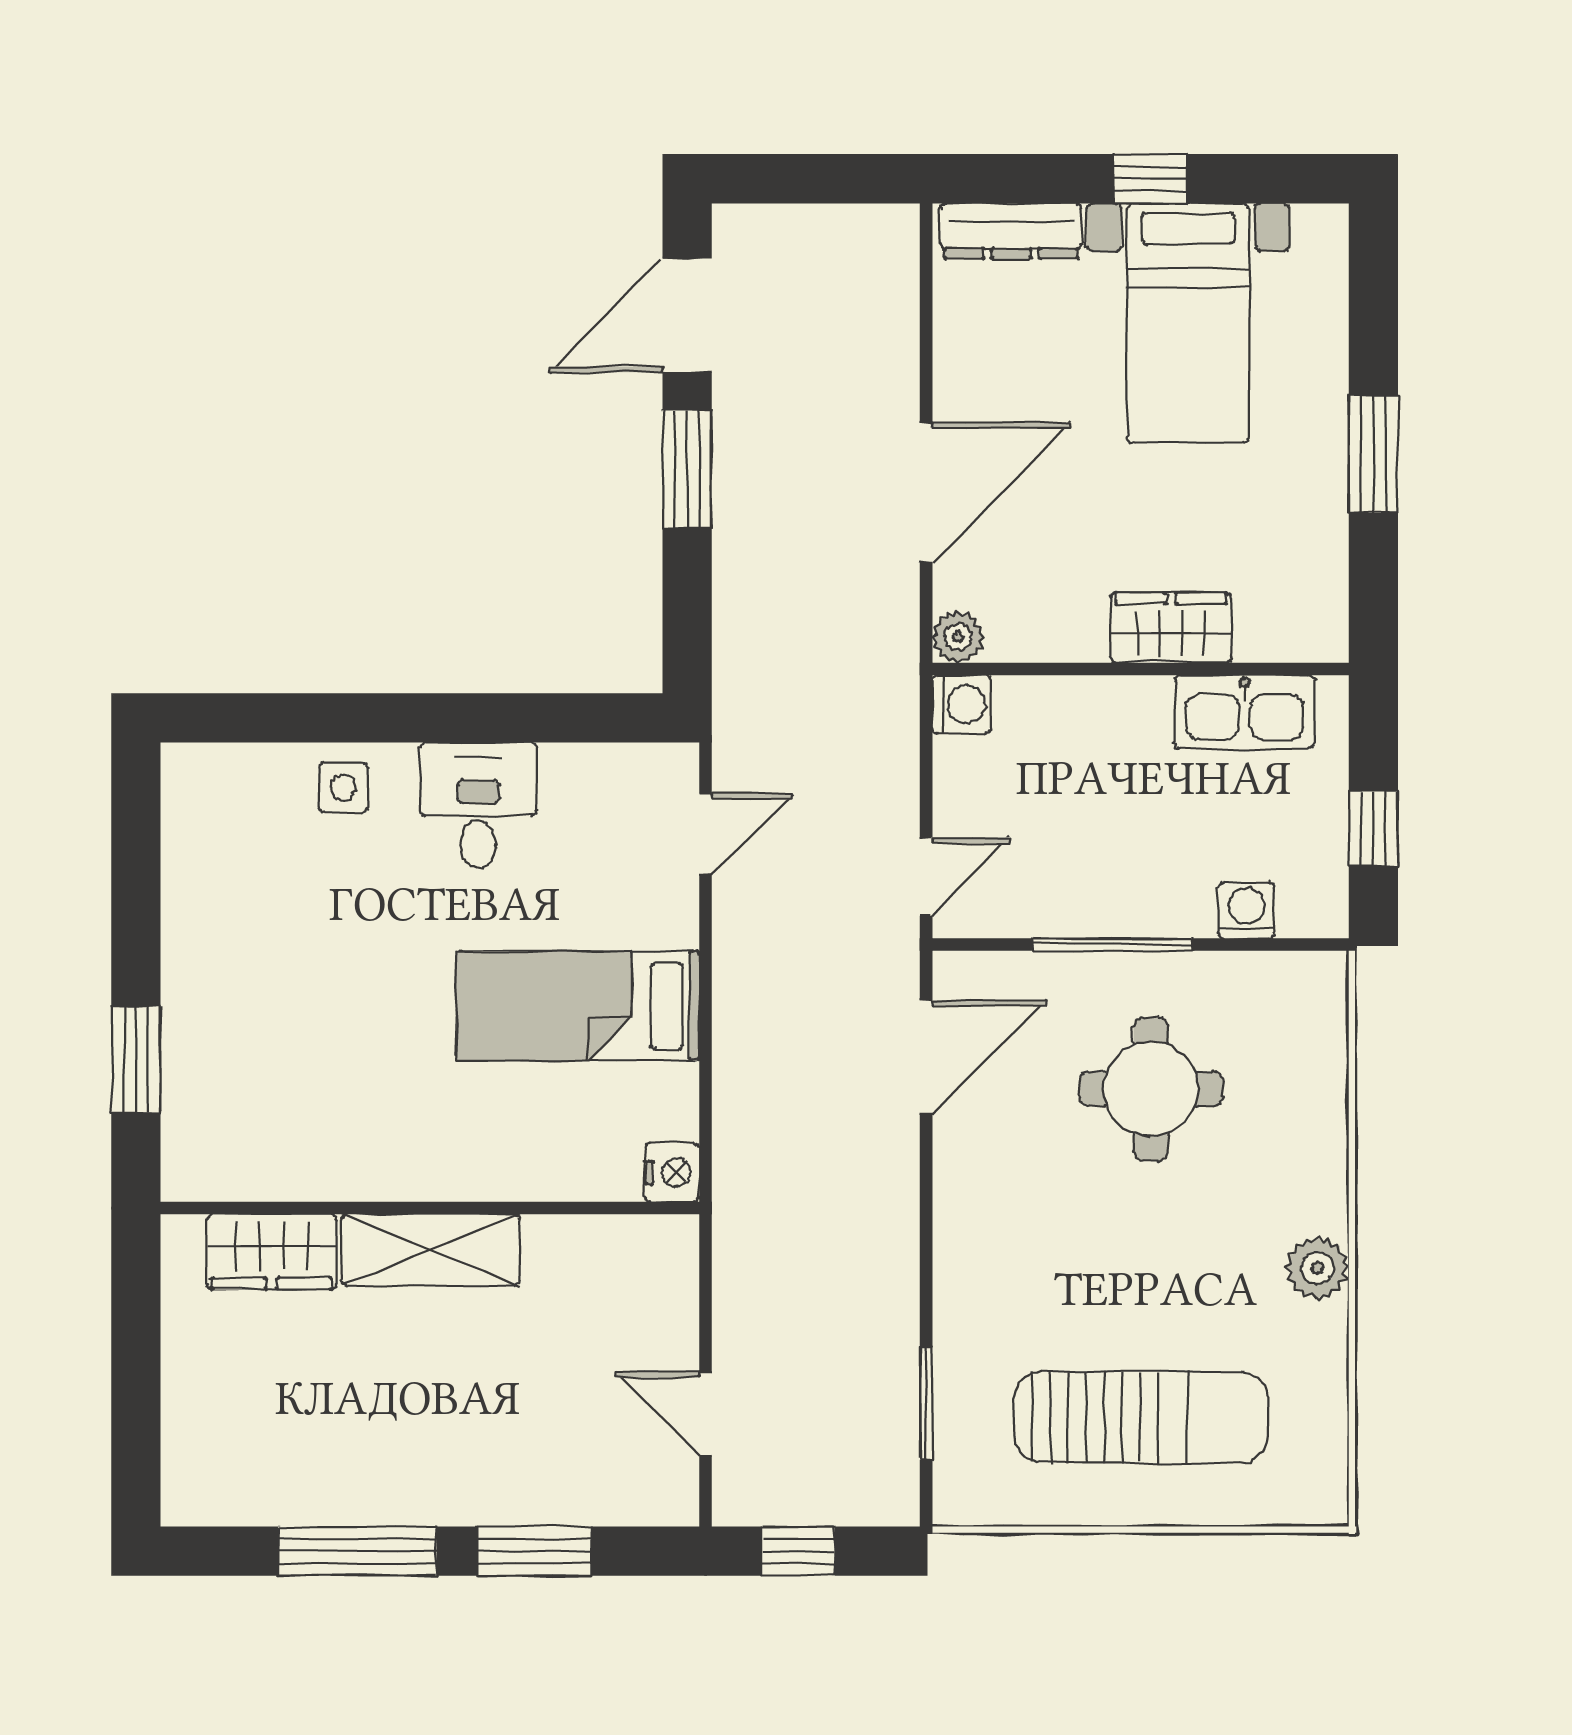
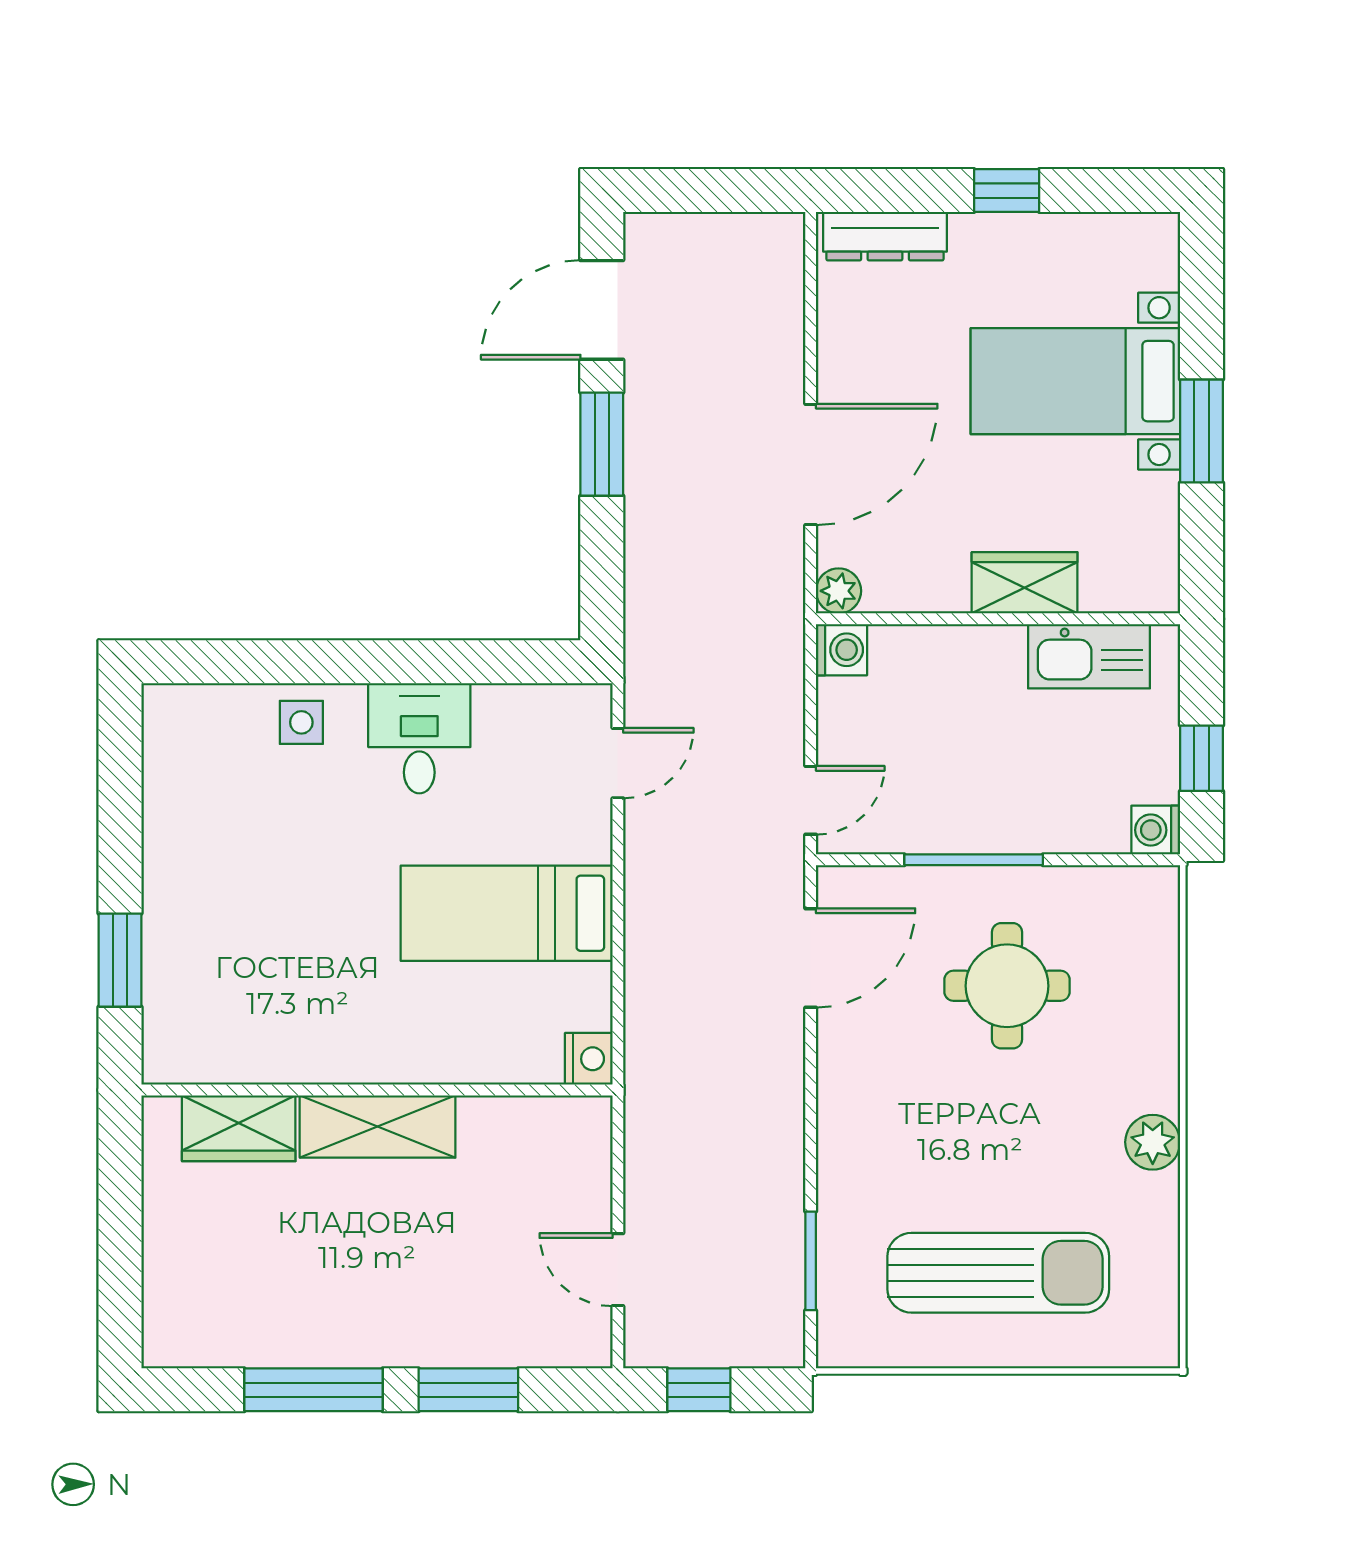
bed with nightstands: (1188, 323) -> (1075, 381), moved, turned 90
washing machine: (1246, 911) -> (1156, 830), moved, turned -90

